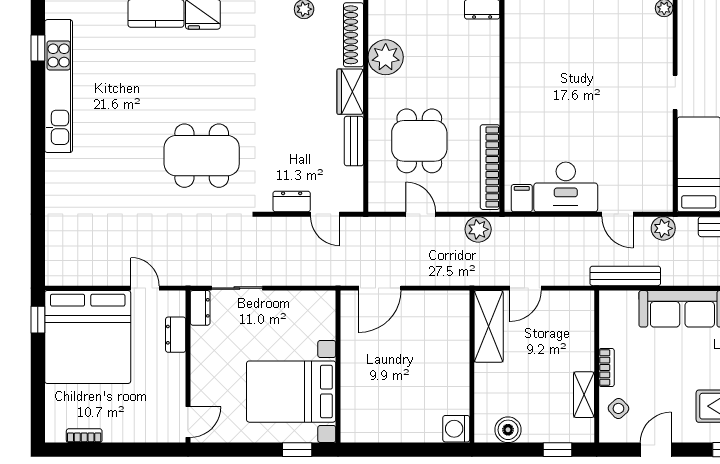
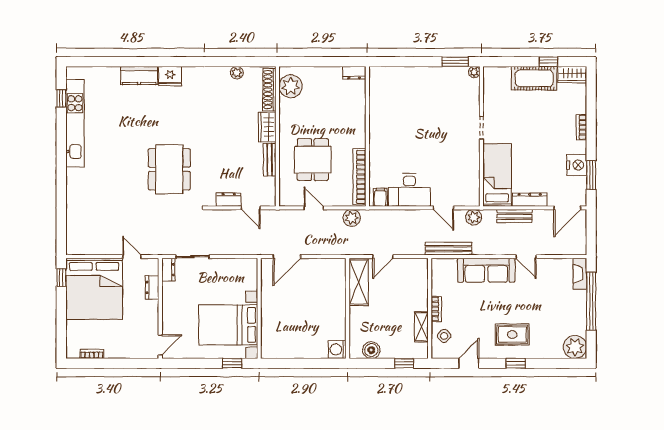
plant: (386, 57) -> (291, 86), moved
dining table: (202, 156) -> (169, 169), turned 90

